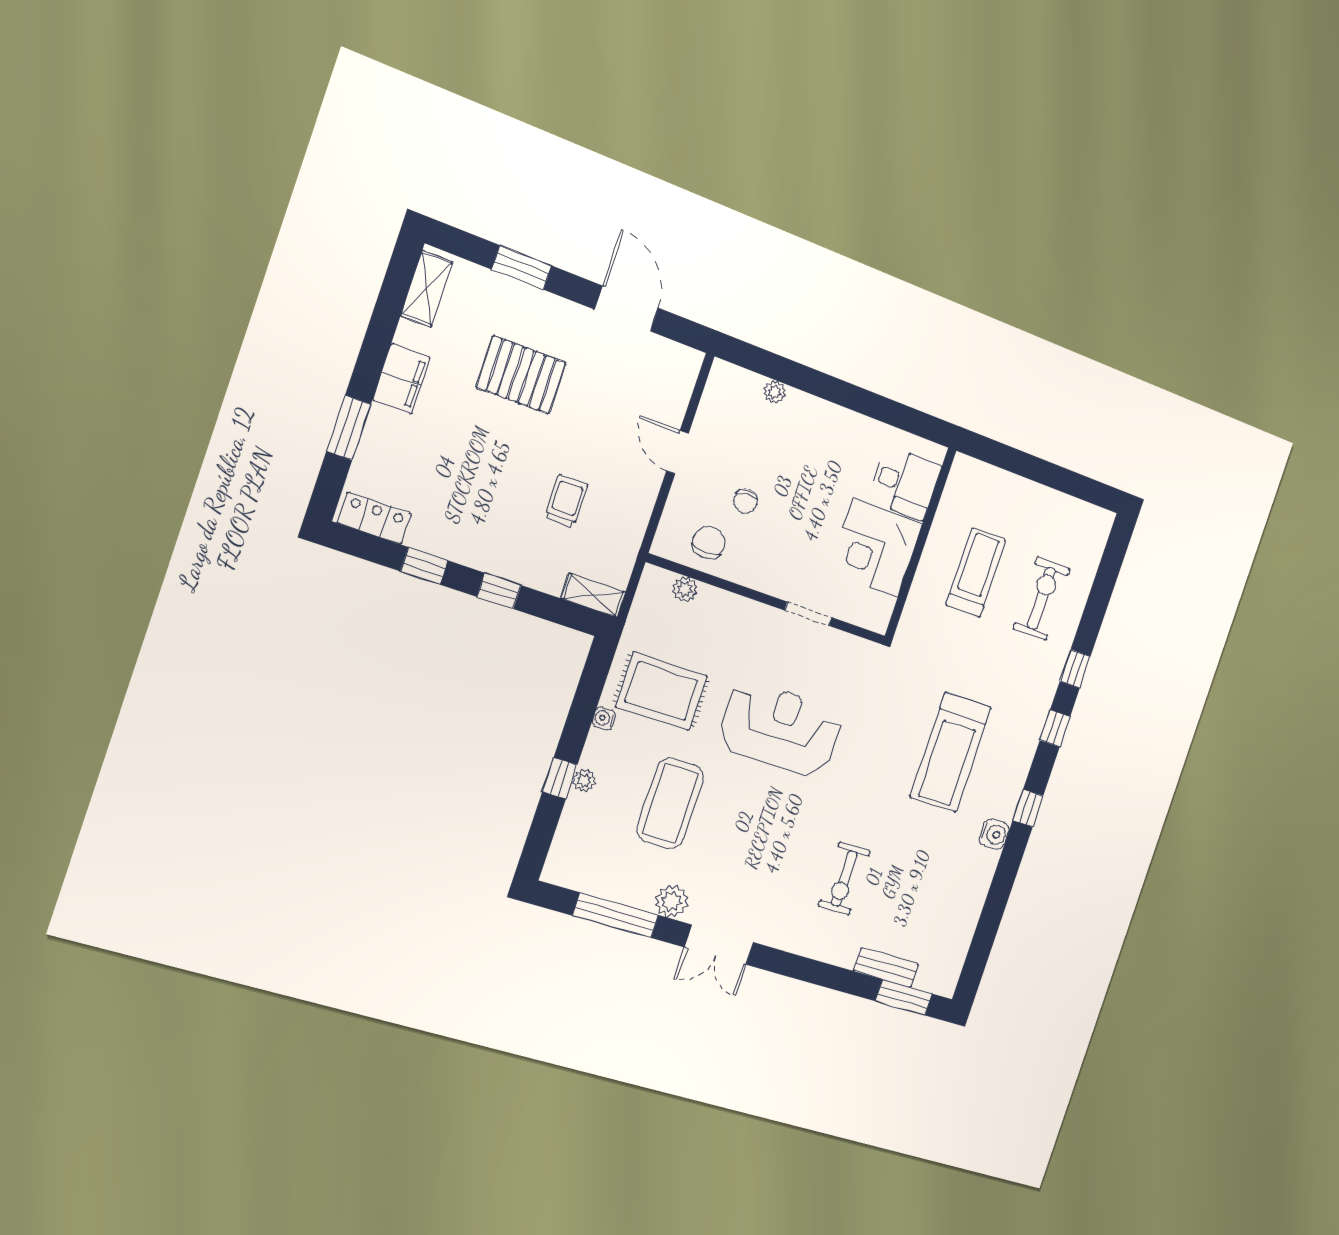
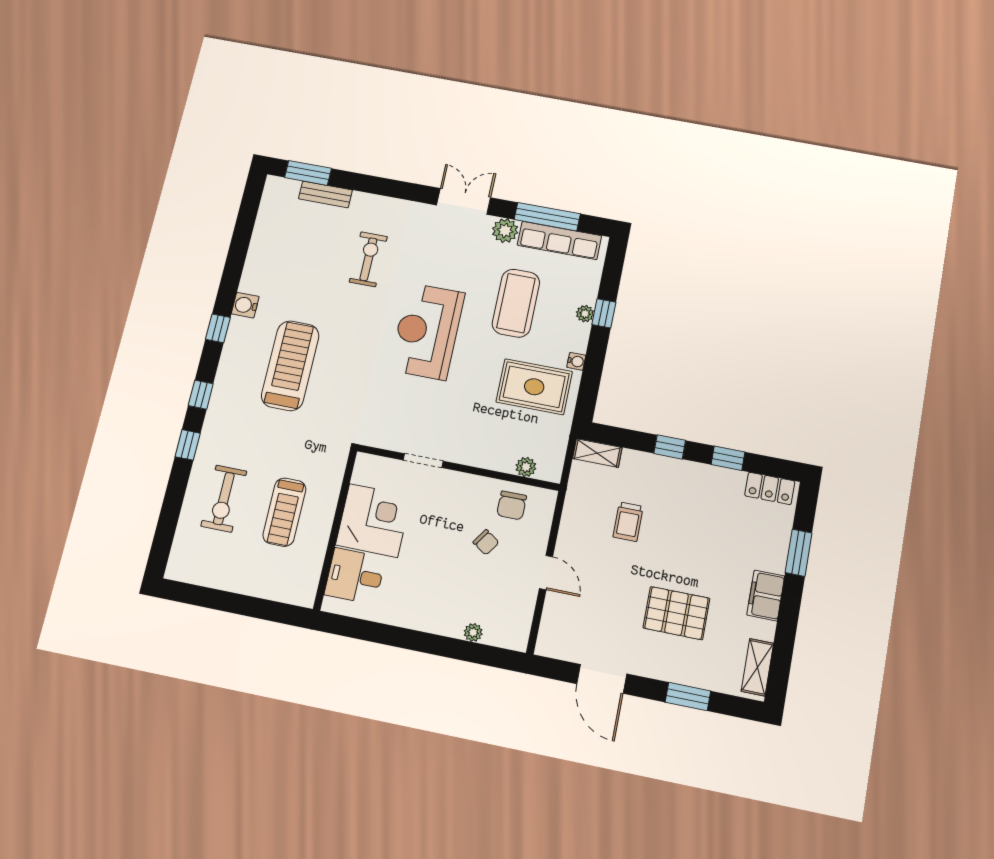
chair: (746, 501) -> (486, 542), turned 130
reception desk: (780, 729) -> (427, 331), moved, turned 90
row of seats: (604, 882) -> (559, 240), added

